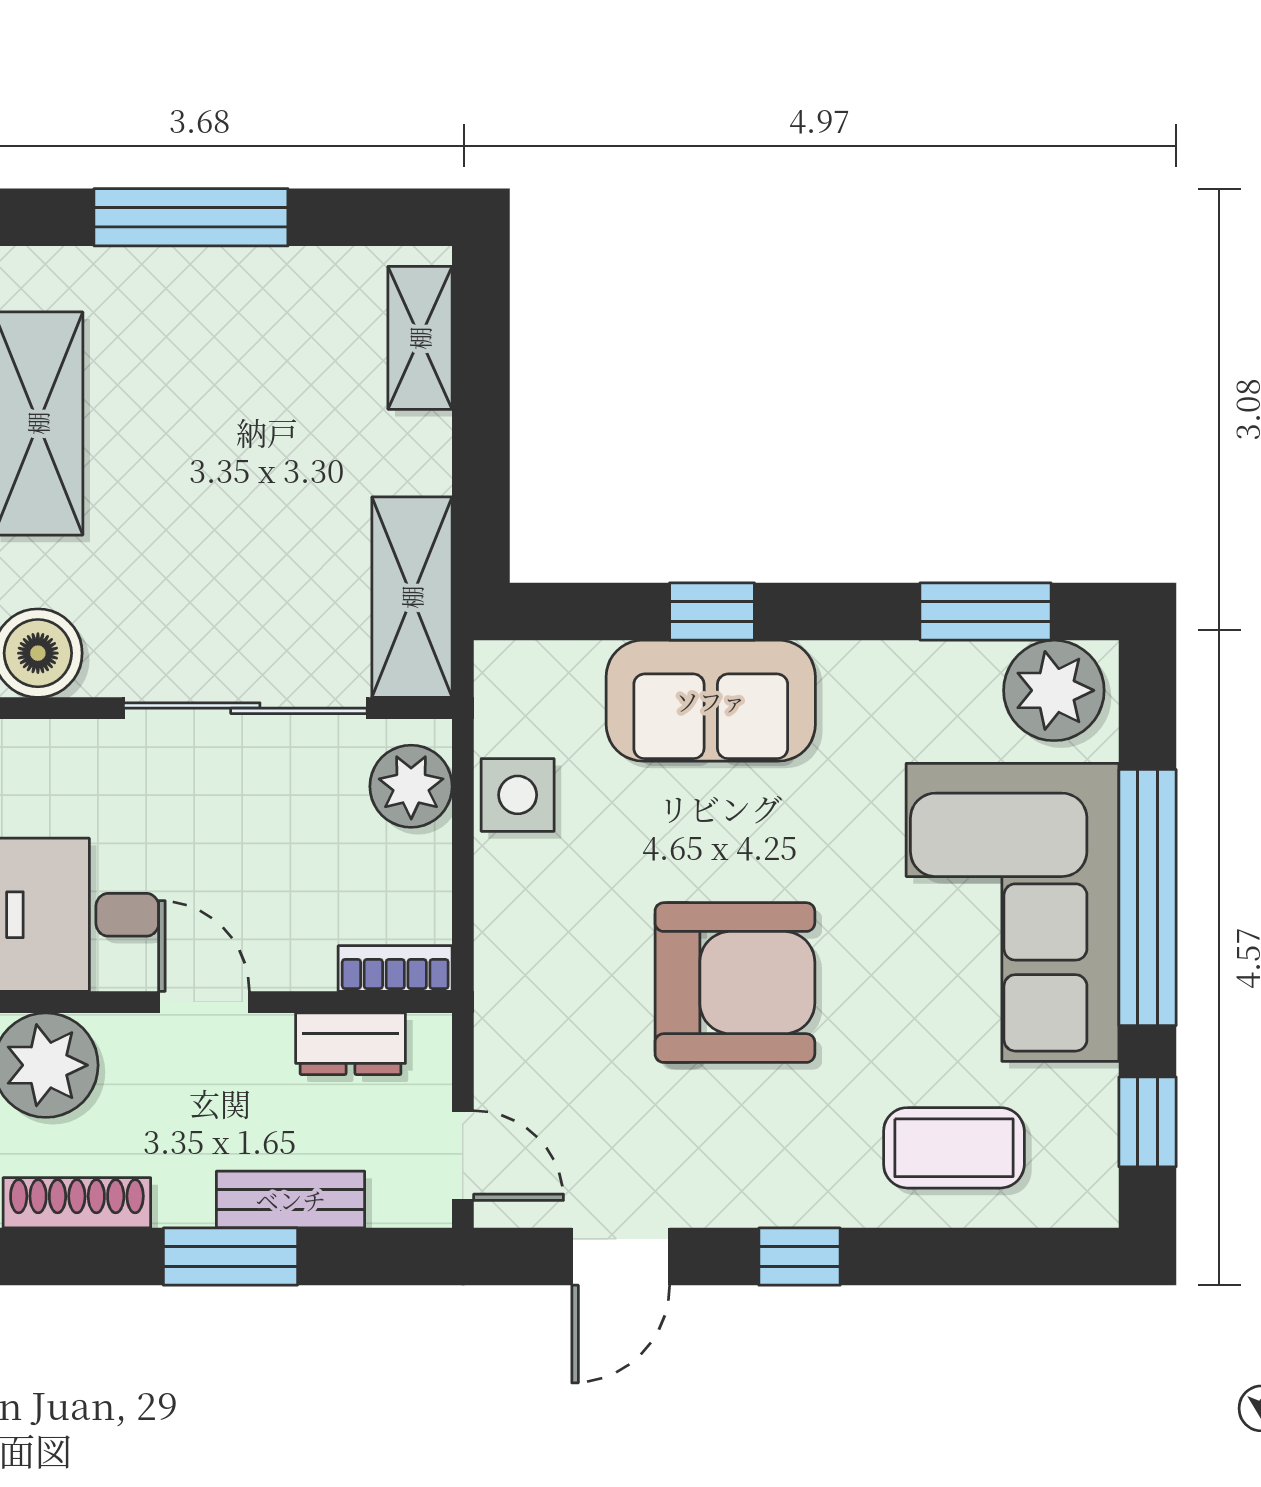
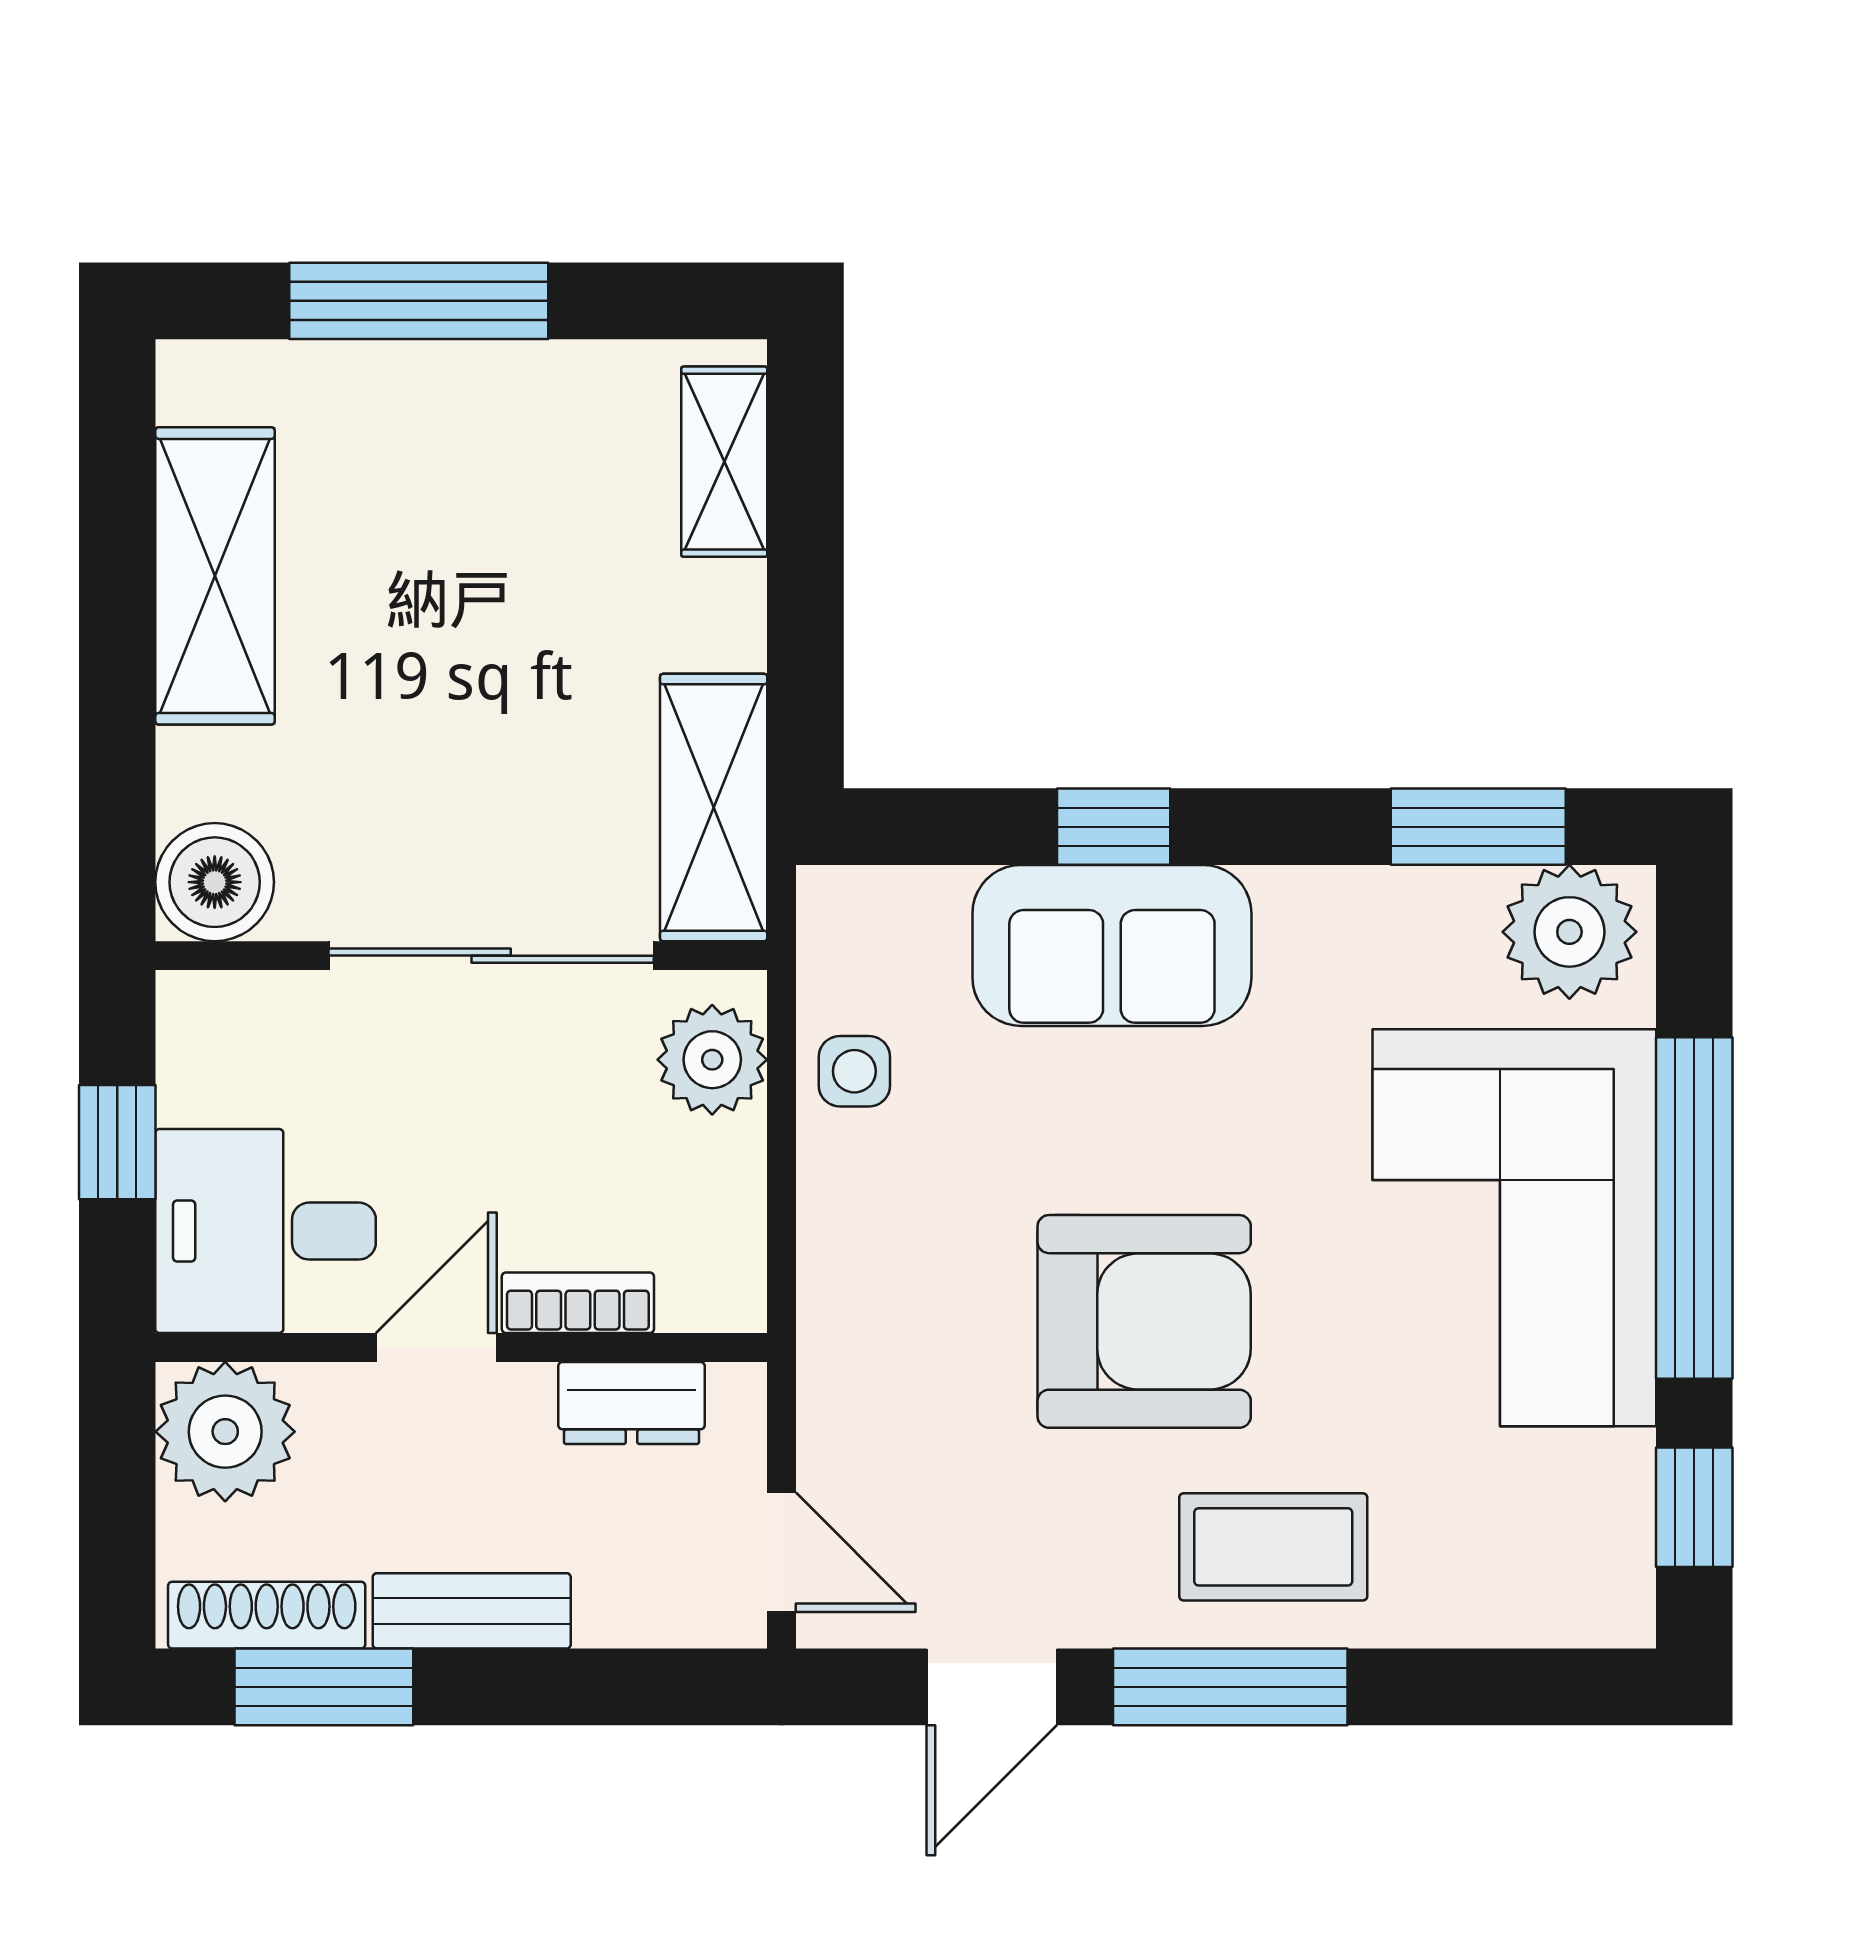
side table: (518, 795) -> (854, 1071), width x0.73, depth x0.73
bookcase: (395, 969) -> (578, 1303), moved
door: (204, 1002) -> (436, 1348), hinge flipped
coffee table: (954, 1148) -> (1273, 1547), moved
bench: (291, 1200) -> (472, 1611), moved
window: (230, 1257) -> (324, 1687), moved
window: (800, 1257) -> (1230, 1687), width x2.17

